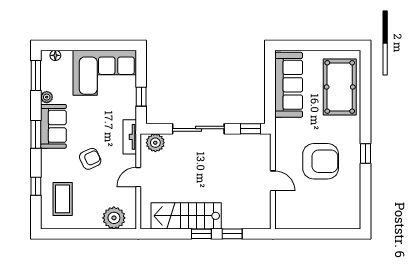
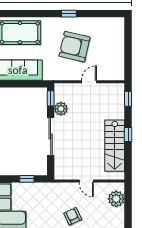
tv unit: (130, 137) -> (57, 187), removed
plant: (155, 143) -> (61, 109), moved
armchair: (321, 161) -> (75, 47), turned -77
window: (232, 234) -> (128, 99), moved

